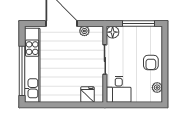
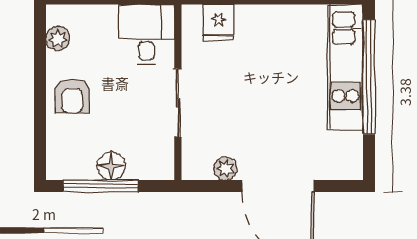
floor lamp: (113, 32) -> (111, 166), moved
armchair: (151, 63) -> (72, 96), turned 180
kitchen unit: (32, 65) -> (345, 67), width x0.73

